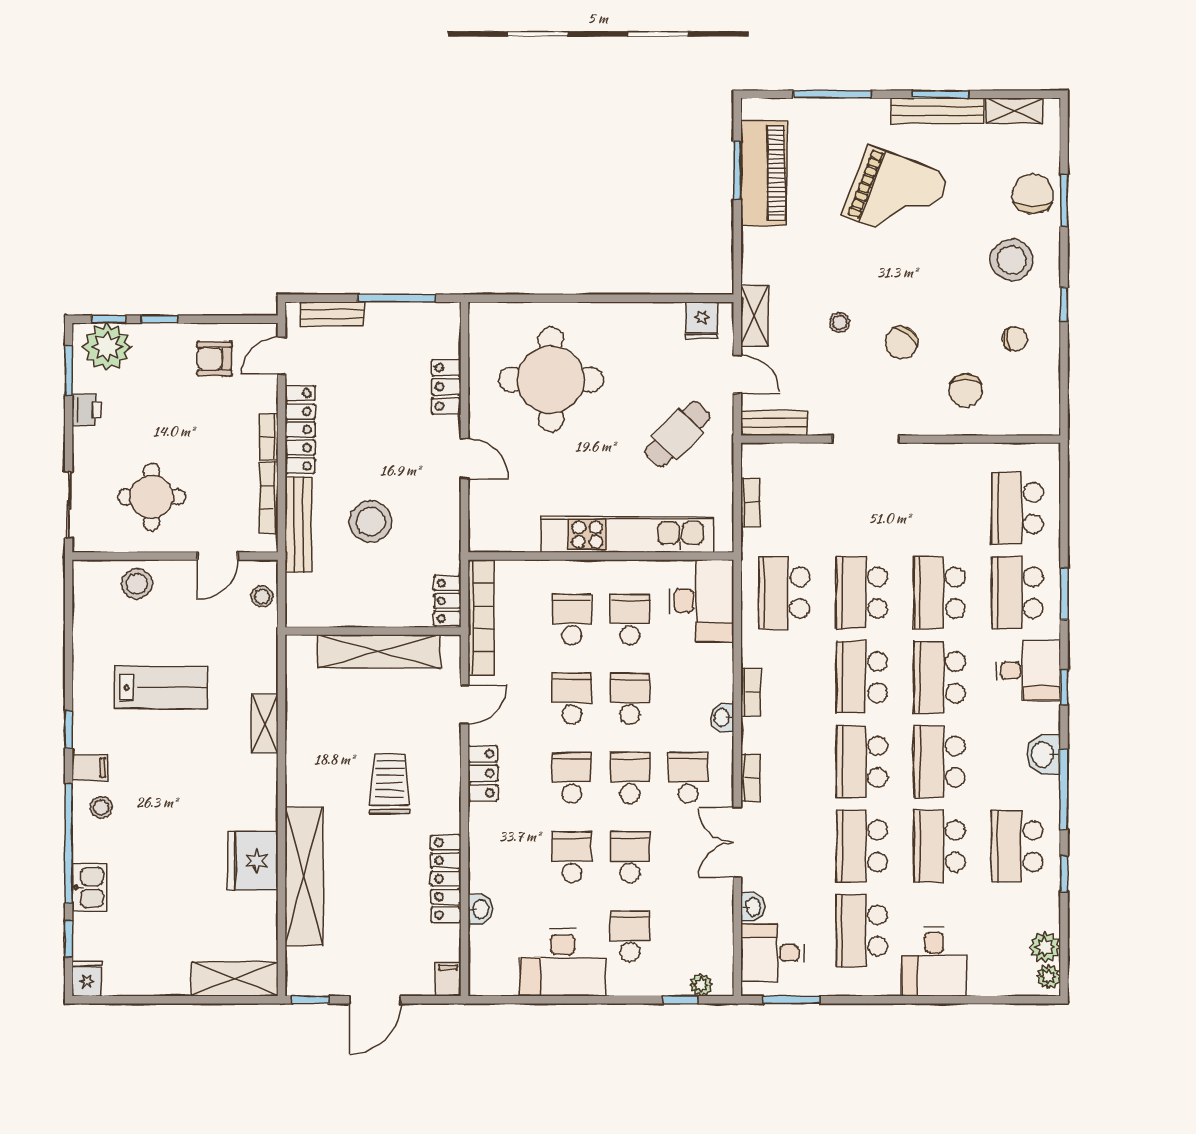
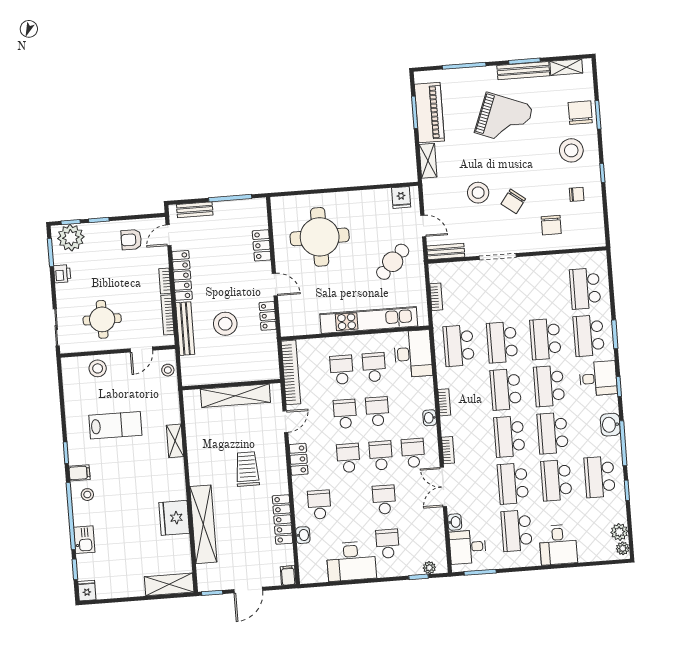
shelving: (755, 316) -> (428, 161), moved
stool: (840, 322) -> (478, 193), width x1.89, depth x1.89
locker: (447, 601) -> (268, 316), moved
school desk: (572, 857) -> (319, 505), moved

